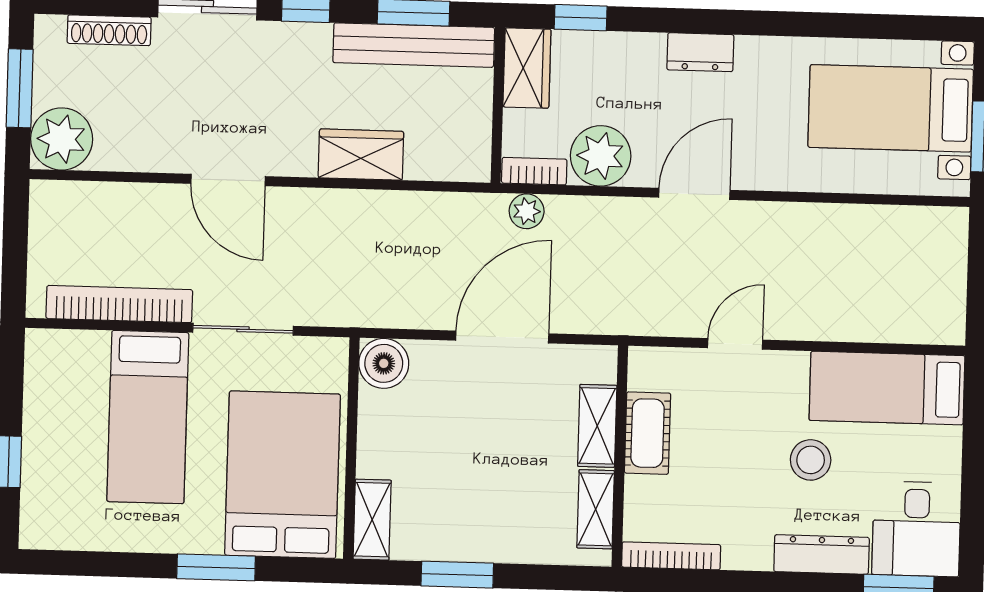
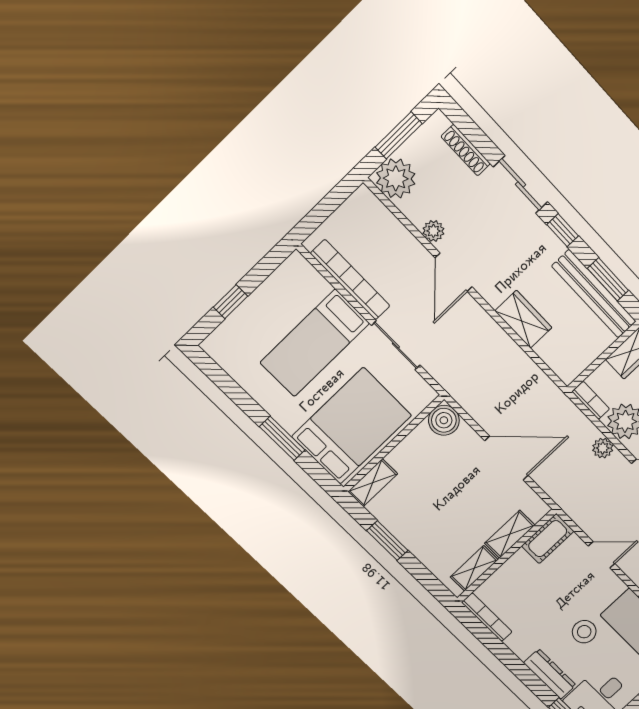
plant: (160, 156) -> (433, 231), added
plant: (527, 211) -> (603, 448), moved
cot: (648, 433) -> (548, 539), moved

